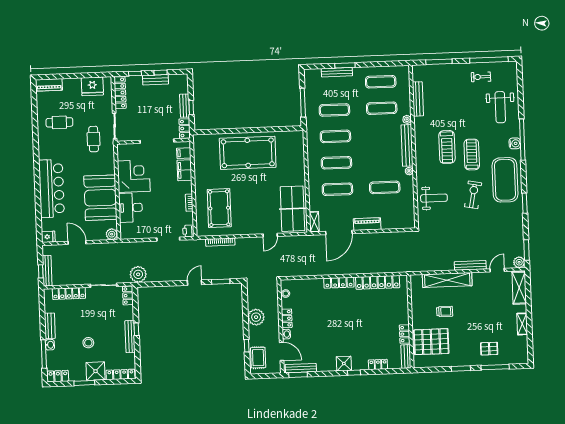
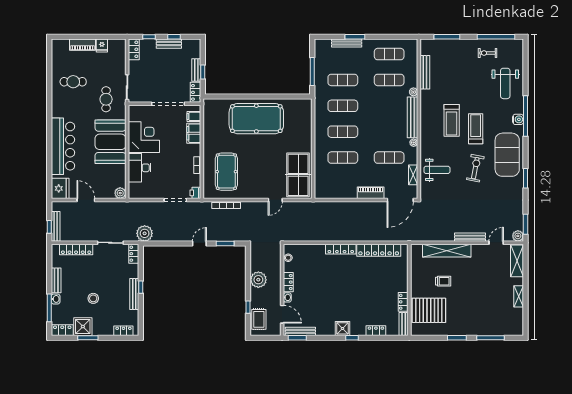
piano: (49, 85) -> (82, 45), moved
fridge: (92, 86) -> (102, 45), width x0.53, depth x0.75
locker: (120, 93) -> (134, 49), width x0.66
booth: (100, 198) -> (110, 142), moved
shelving: (314, 222) -> (413, 175), moved
door: (339, 232) -> (400, 200), moved
fridge: (48, 237) -> (60, 188), width x1.88, depth x1.34
pallet: (489, 349) -> (485, 319), removed
shower: (96, 371) -> (83, 327), moved
locker: (120, 374) -> (123, 331), width x0.66

